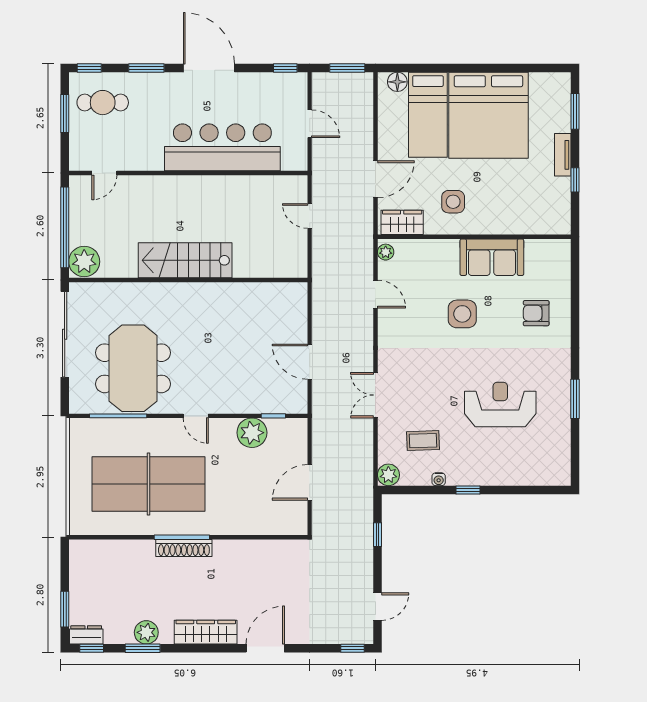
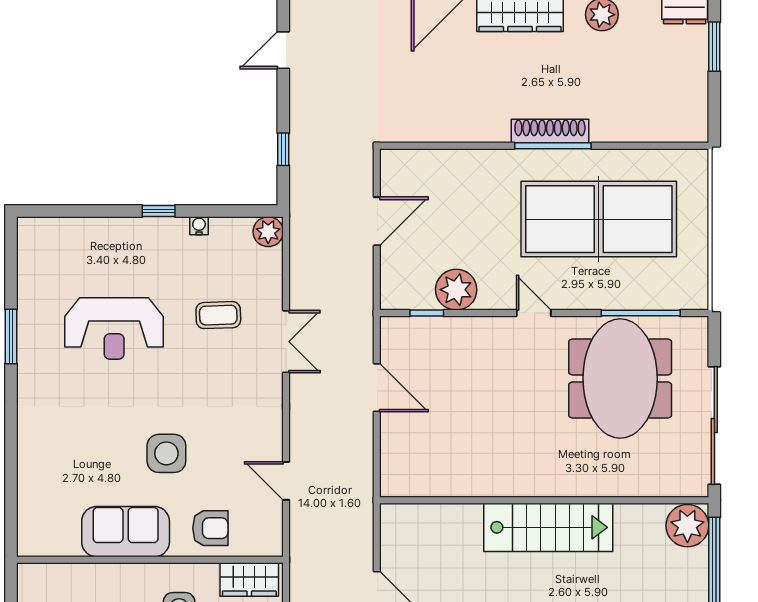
plant: (386, 252) -> (272, 539), removed
armchair: (536, 313) -> (210, 528), moved
coffee table: (423, 441) -> (218, 315), moved

